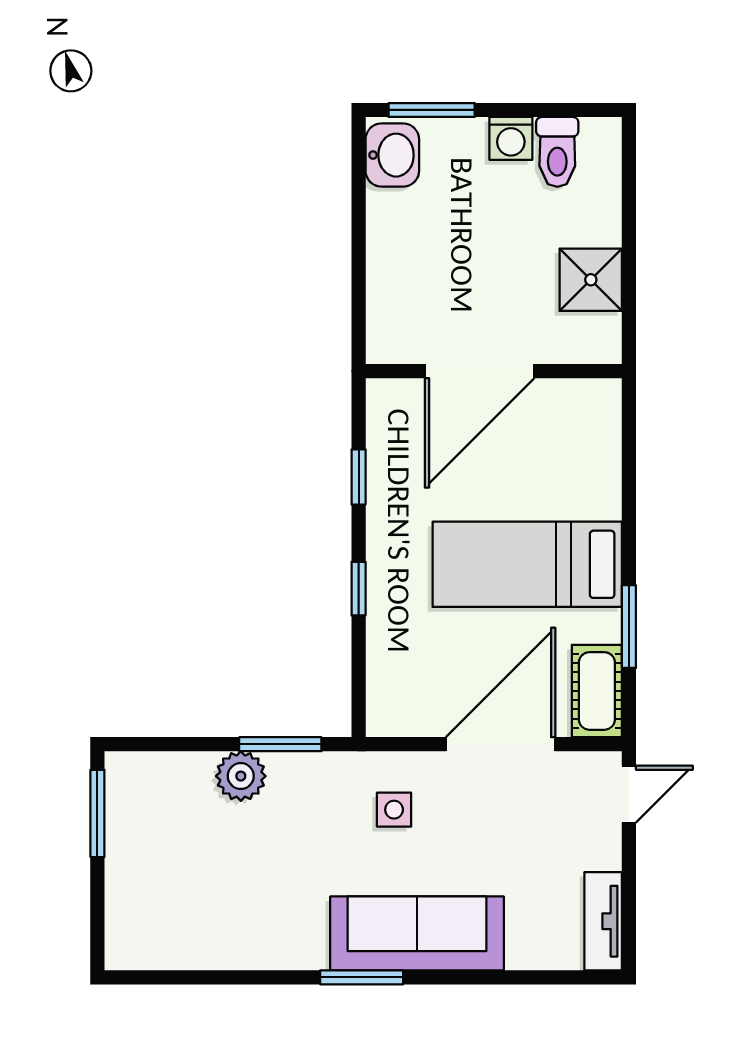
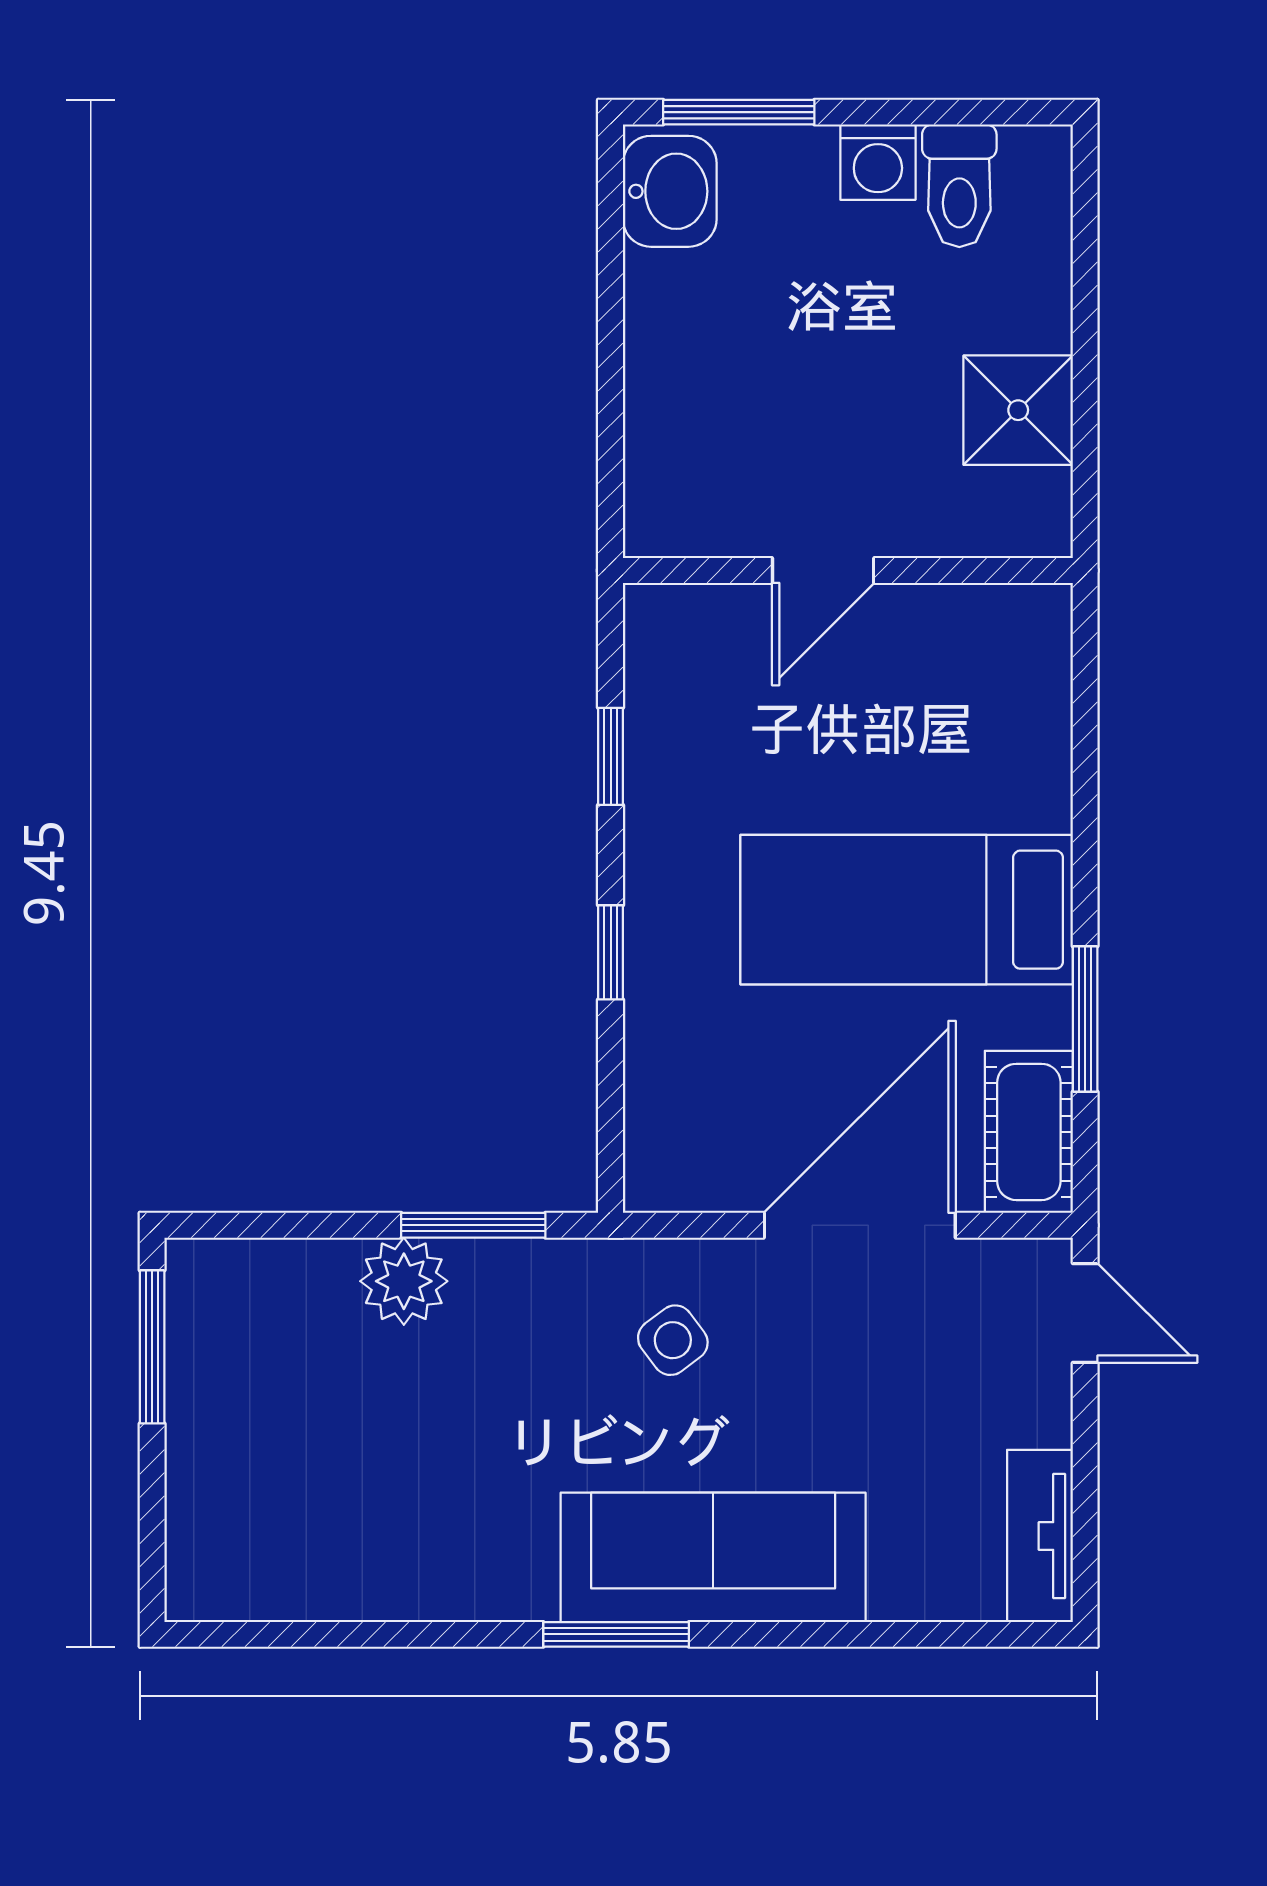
door: (480, 371) -> (823, 571), width x0.53
door: (629, 794) -> (1085, 1313), hinge flipped
side table: (394, 810) -> (673, 1340), turned -37

